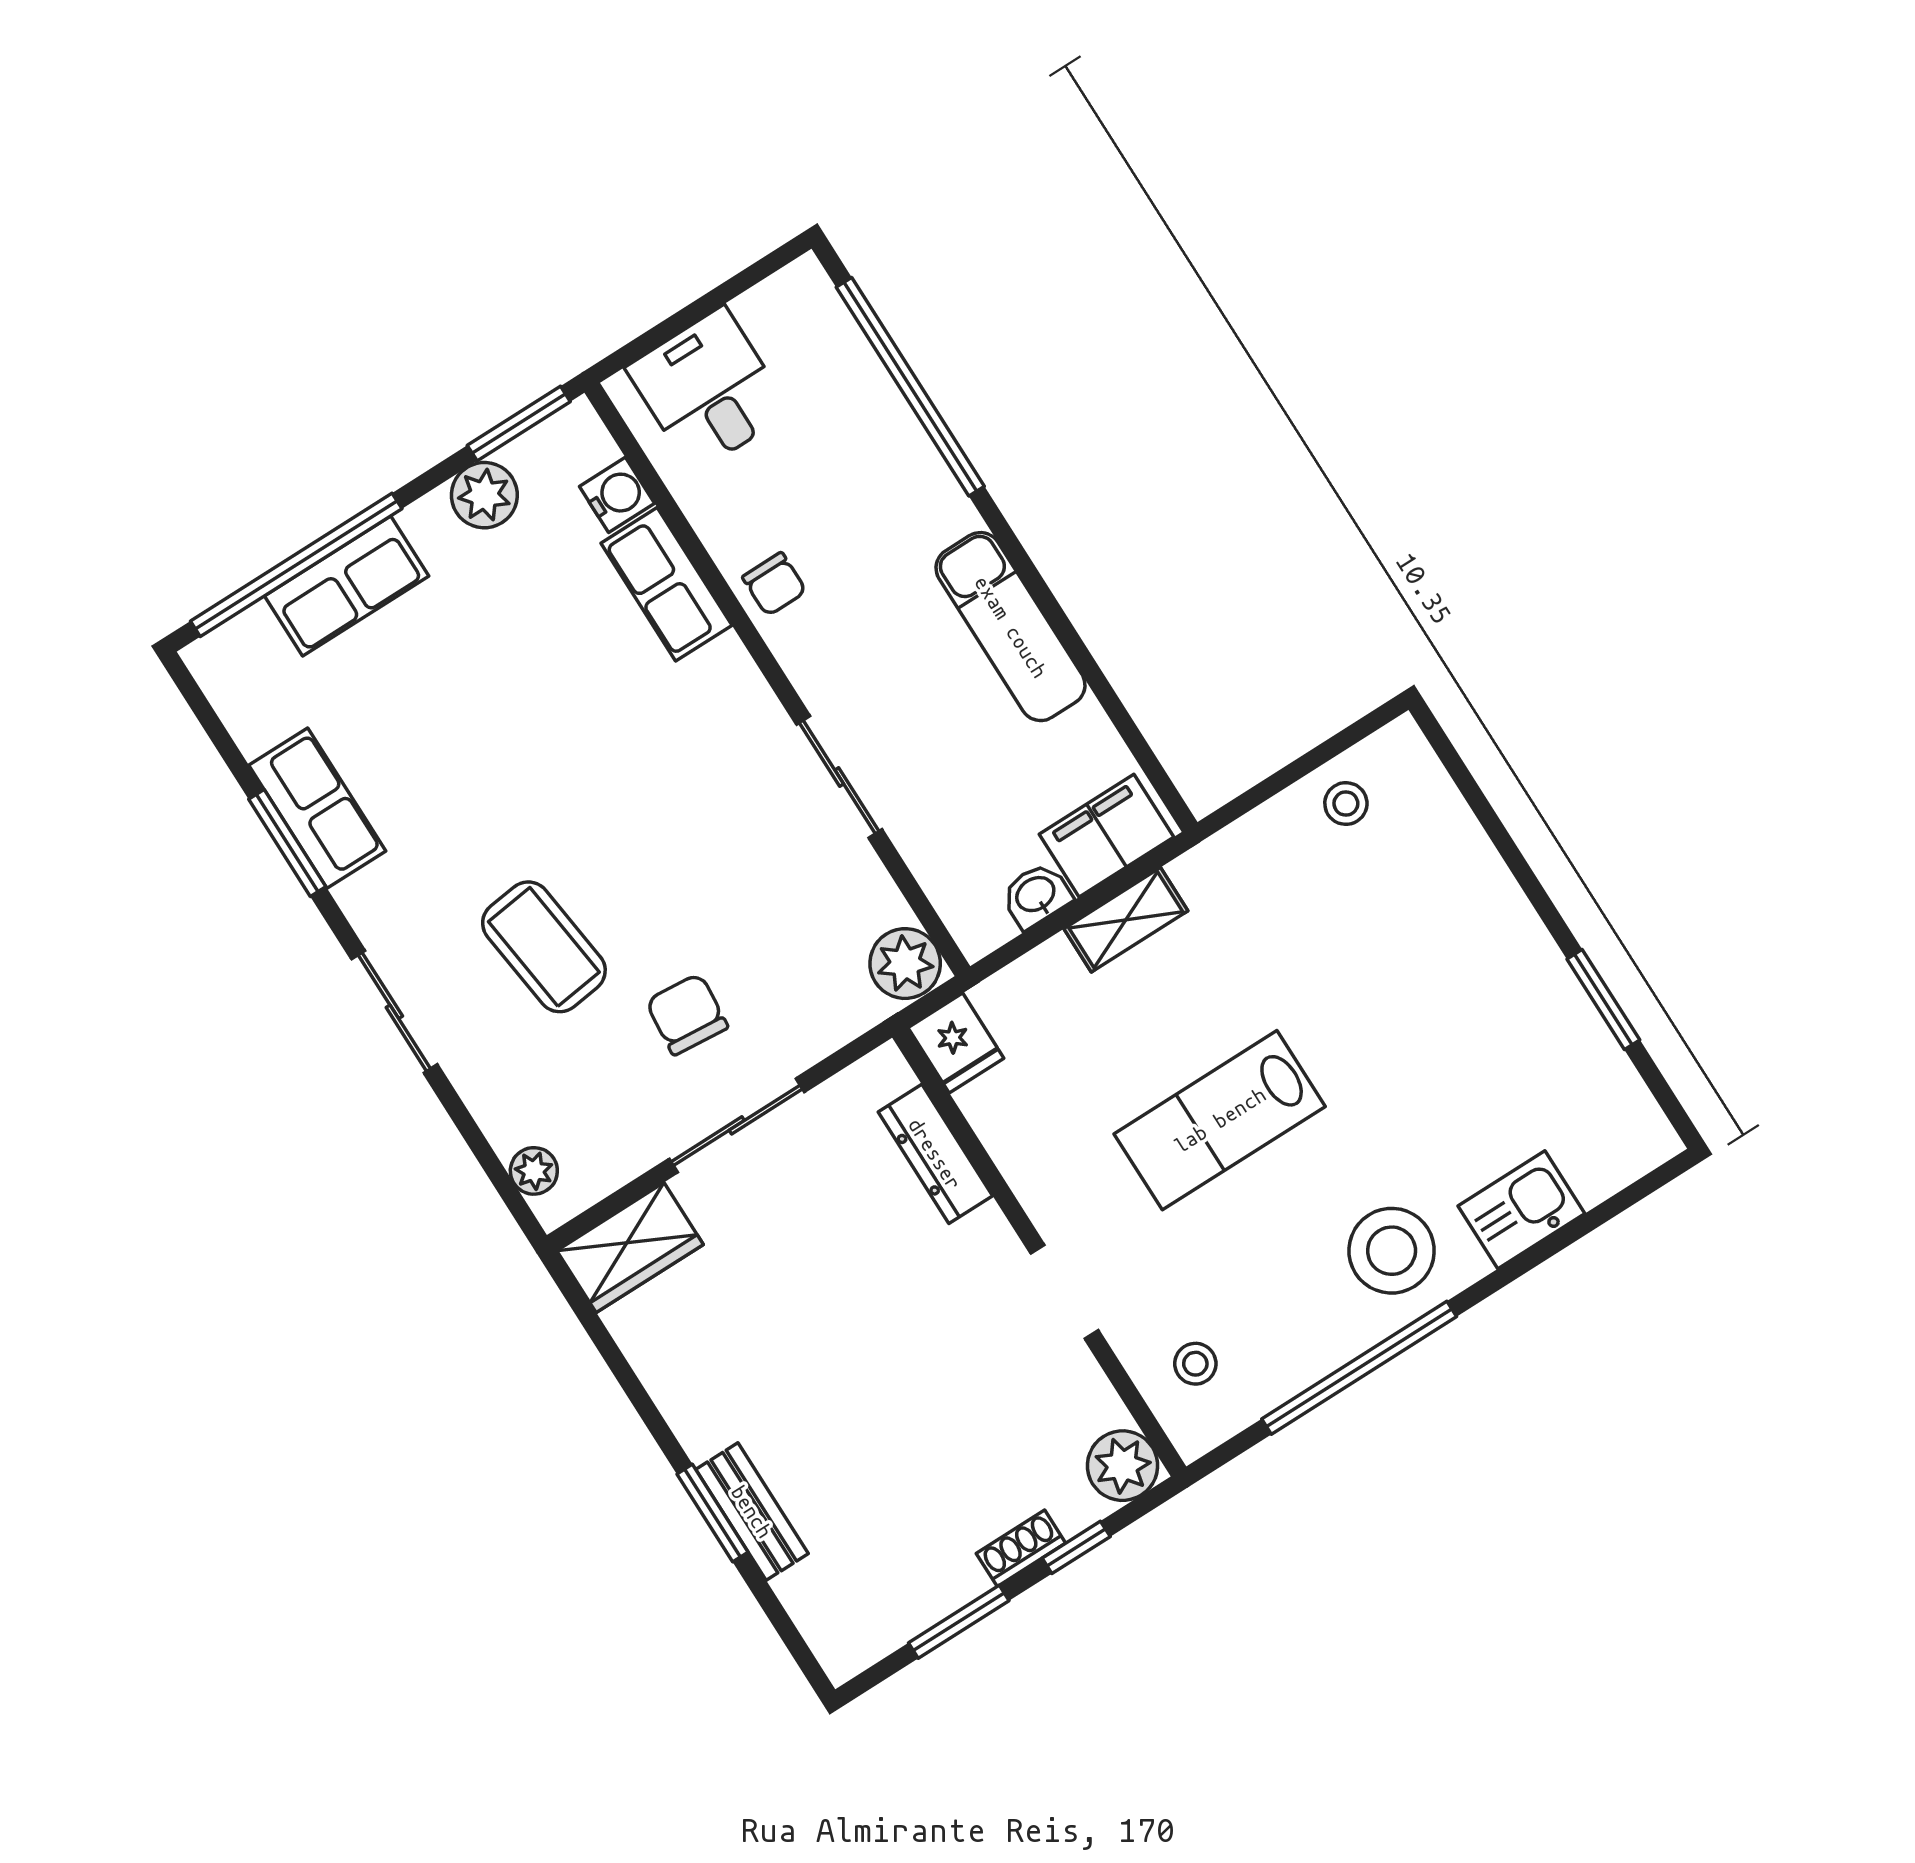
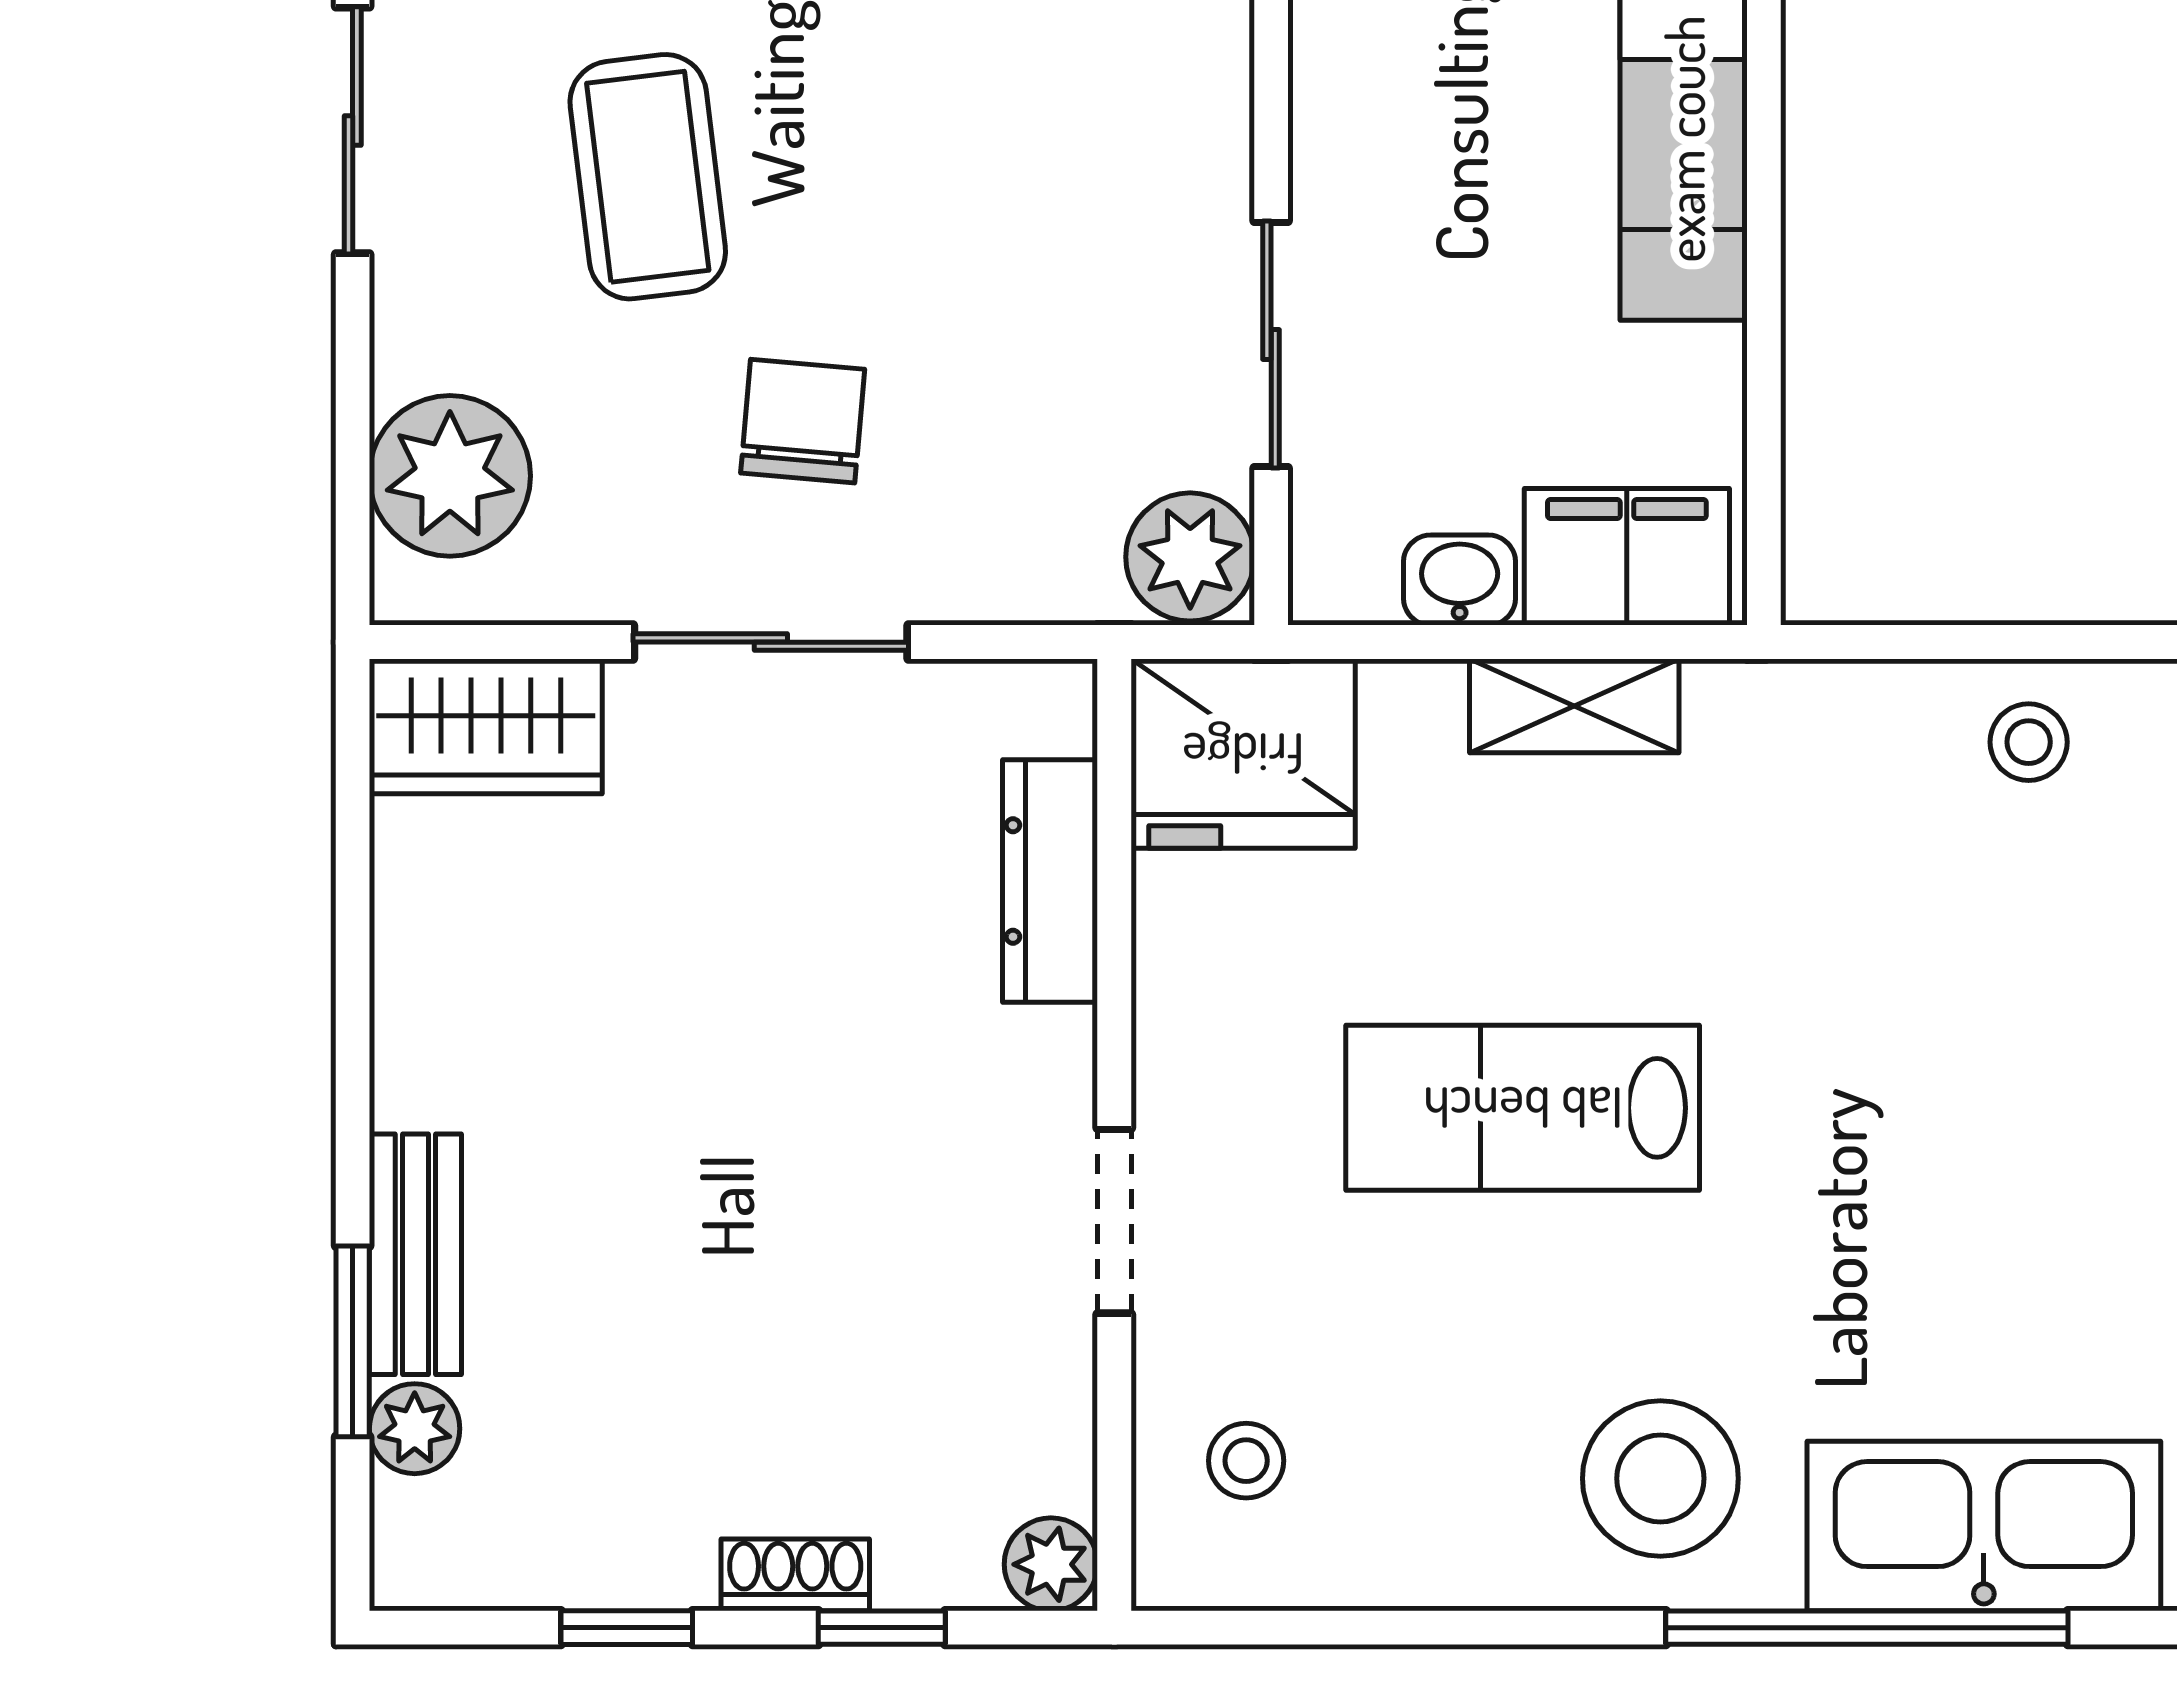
sliding door: (839, 777) -> (1271, 344), moved
fridge: (956, 1043) -> (1243, 754), width x1.88, depth x1.34
plant: (534, 1171) -> (450, 476), width x1.88, depth x1.88
kitchen sink: (1521, 1210) -> (1984, 1526), width x1.88, depth x1.24
window: (1359, 1368) -> (1867, 1628), moved
plant: (1123, 1466) -> (1051, 1564), width x0.73, depth x0.73
window: (712, 1513) -> (353, 1341), moved
plant: (803, 1592) -> (415, 1429), added
window: (959, 1622) -> (627, 1628), width x0.67

